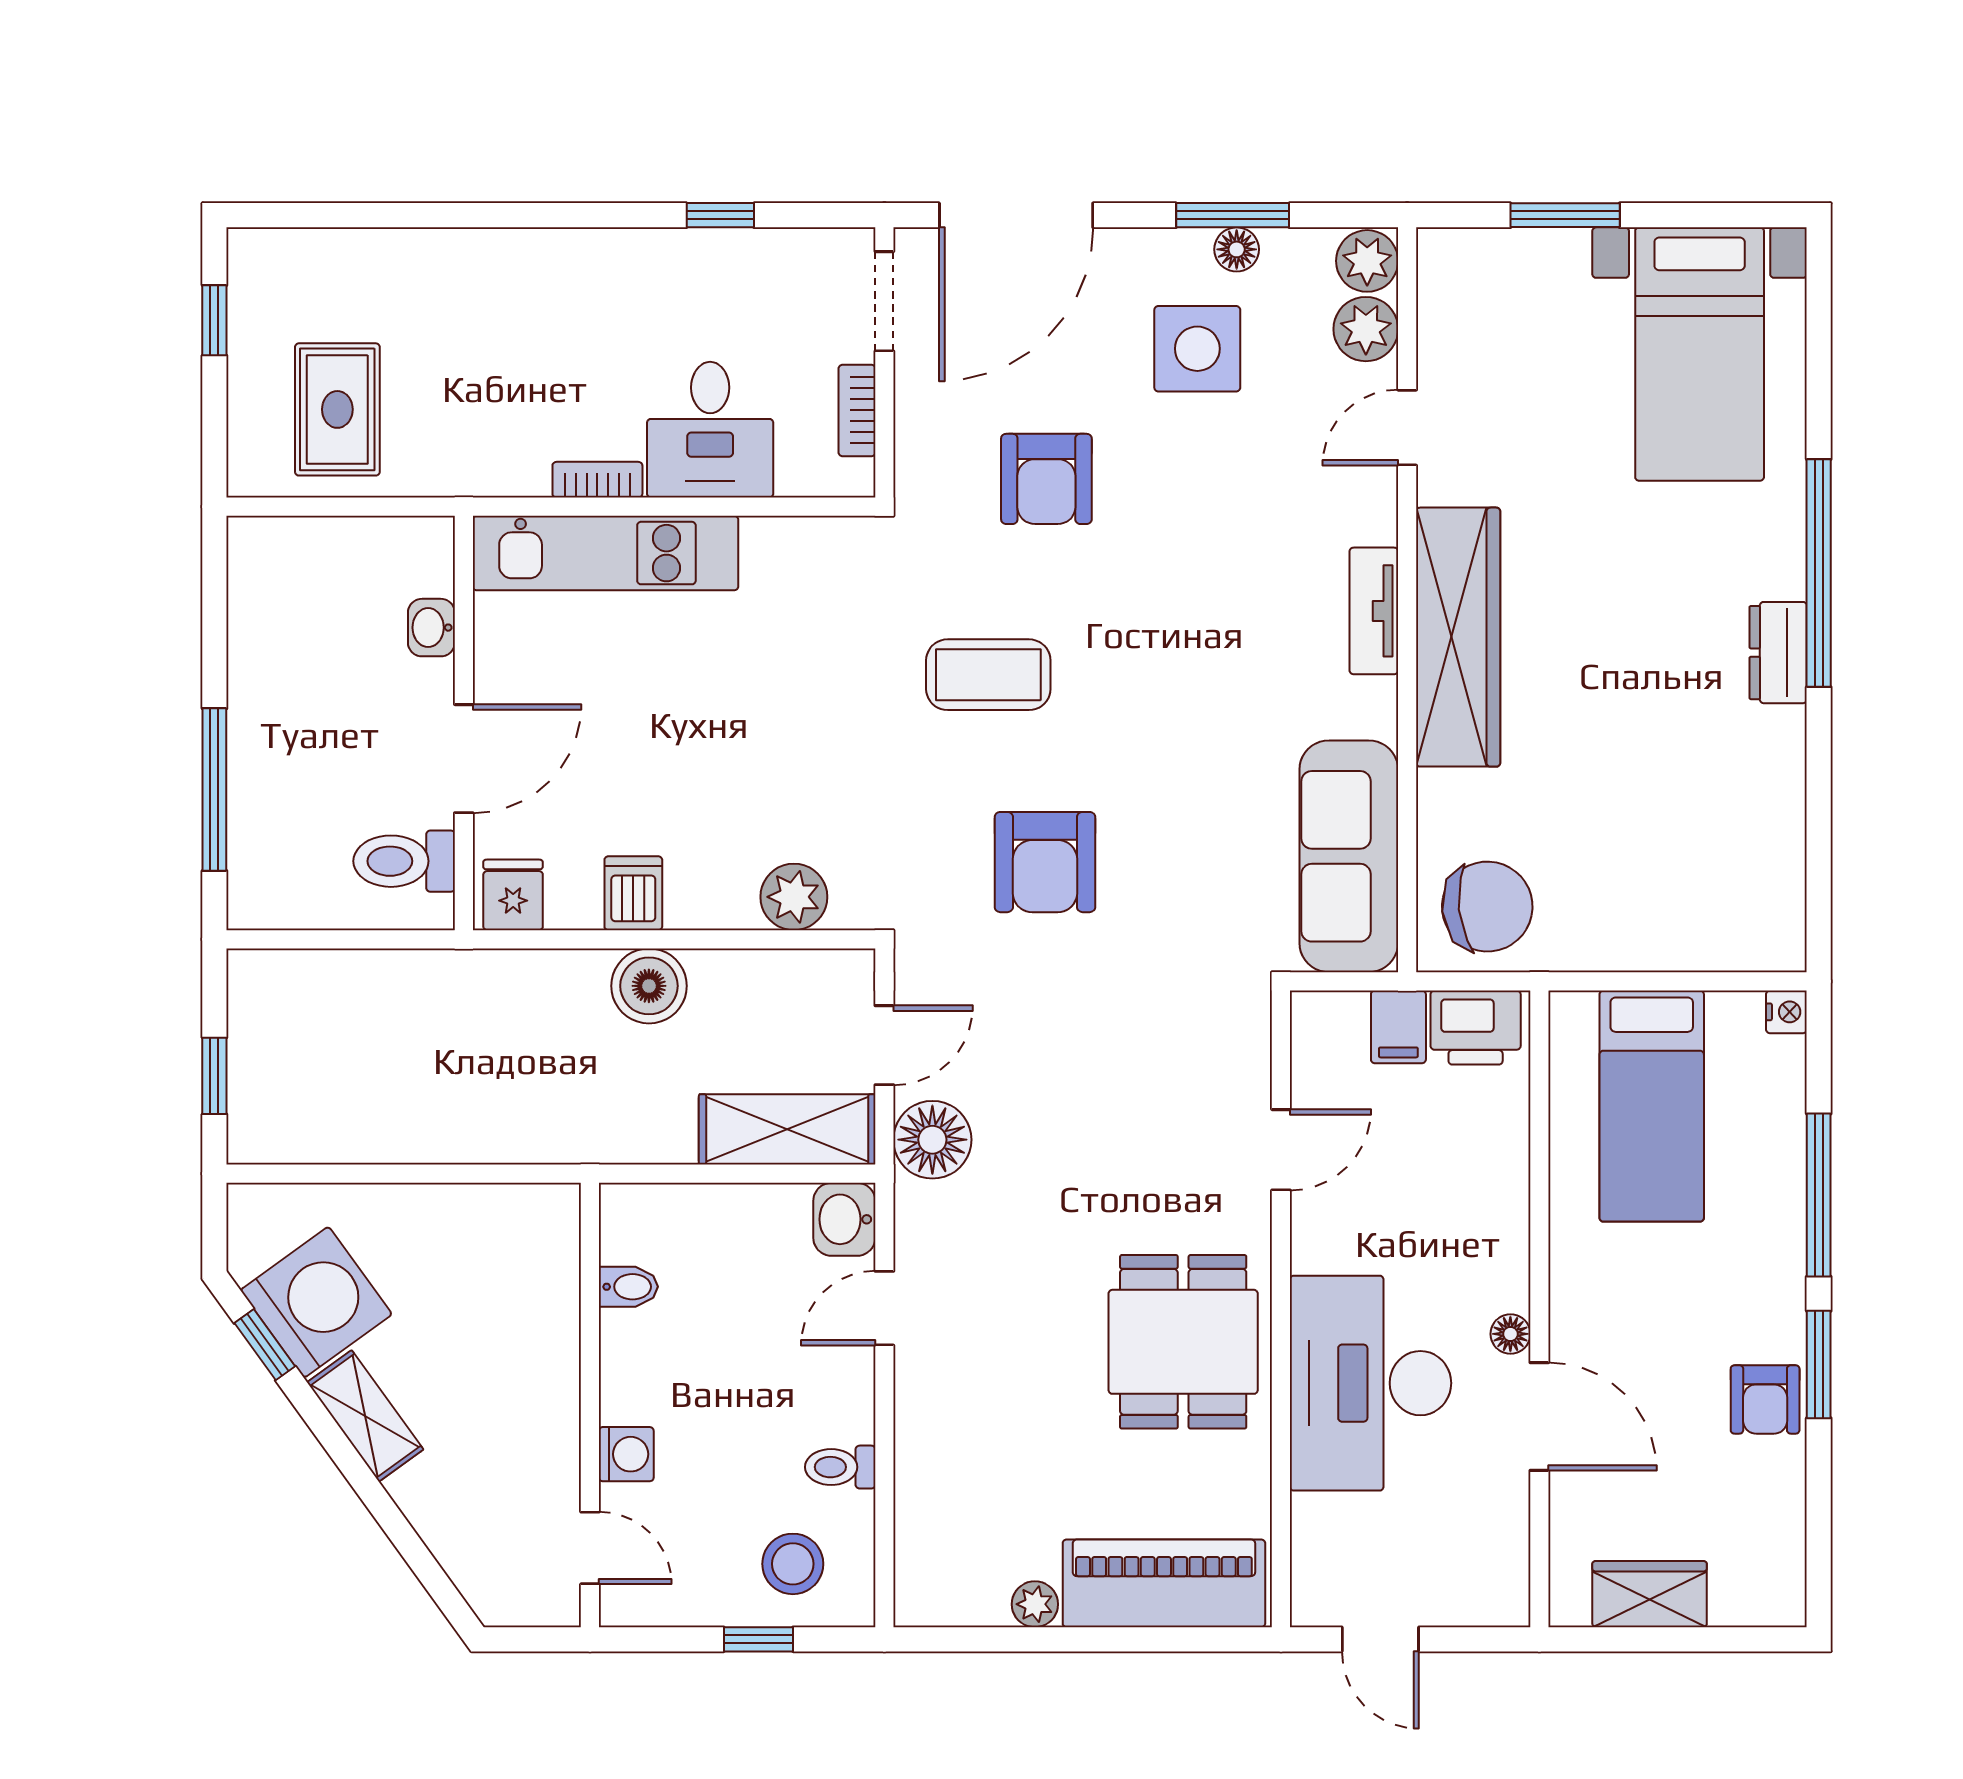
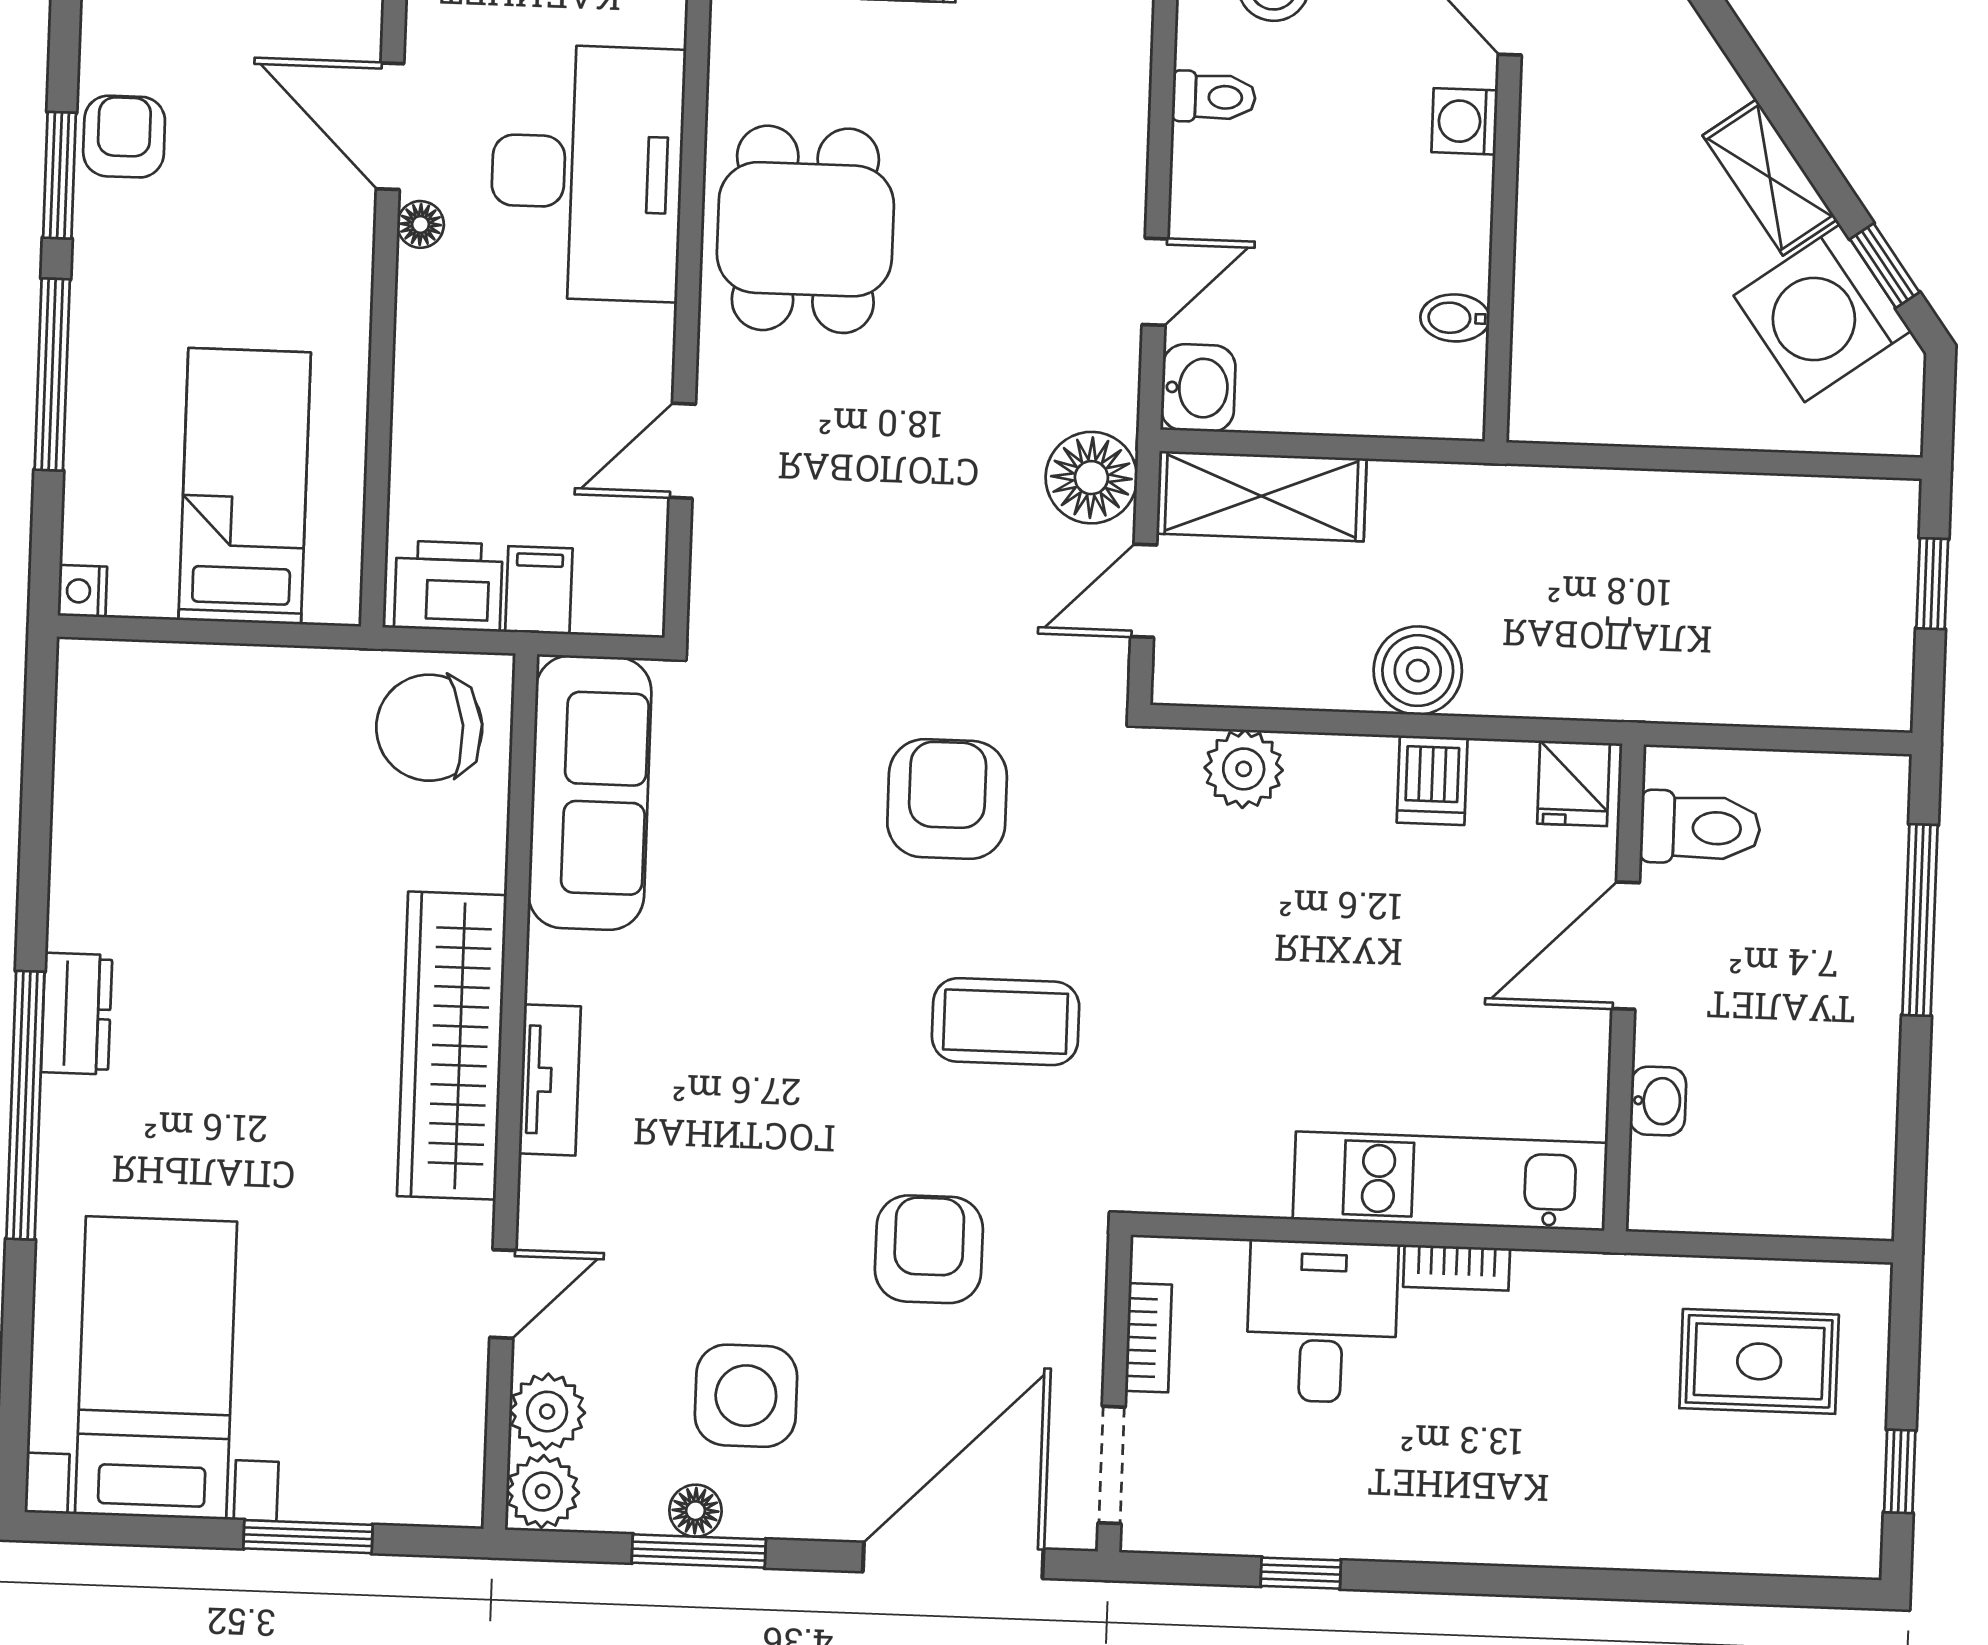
rug: (337, 409) -> (1759, 1361), turned 90

